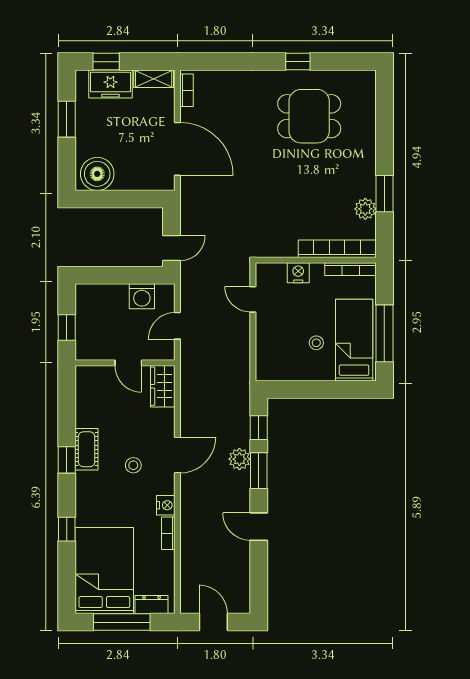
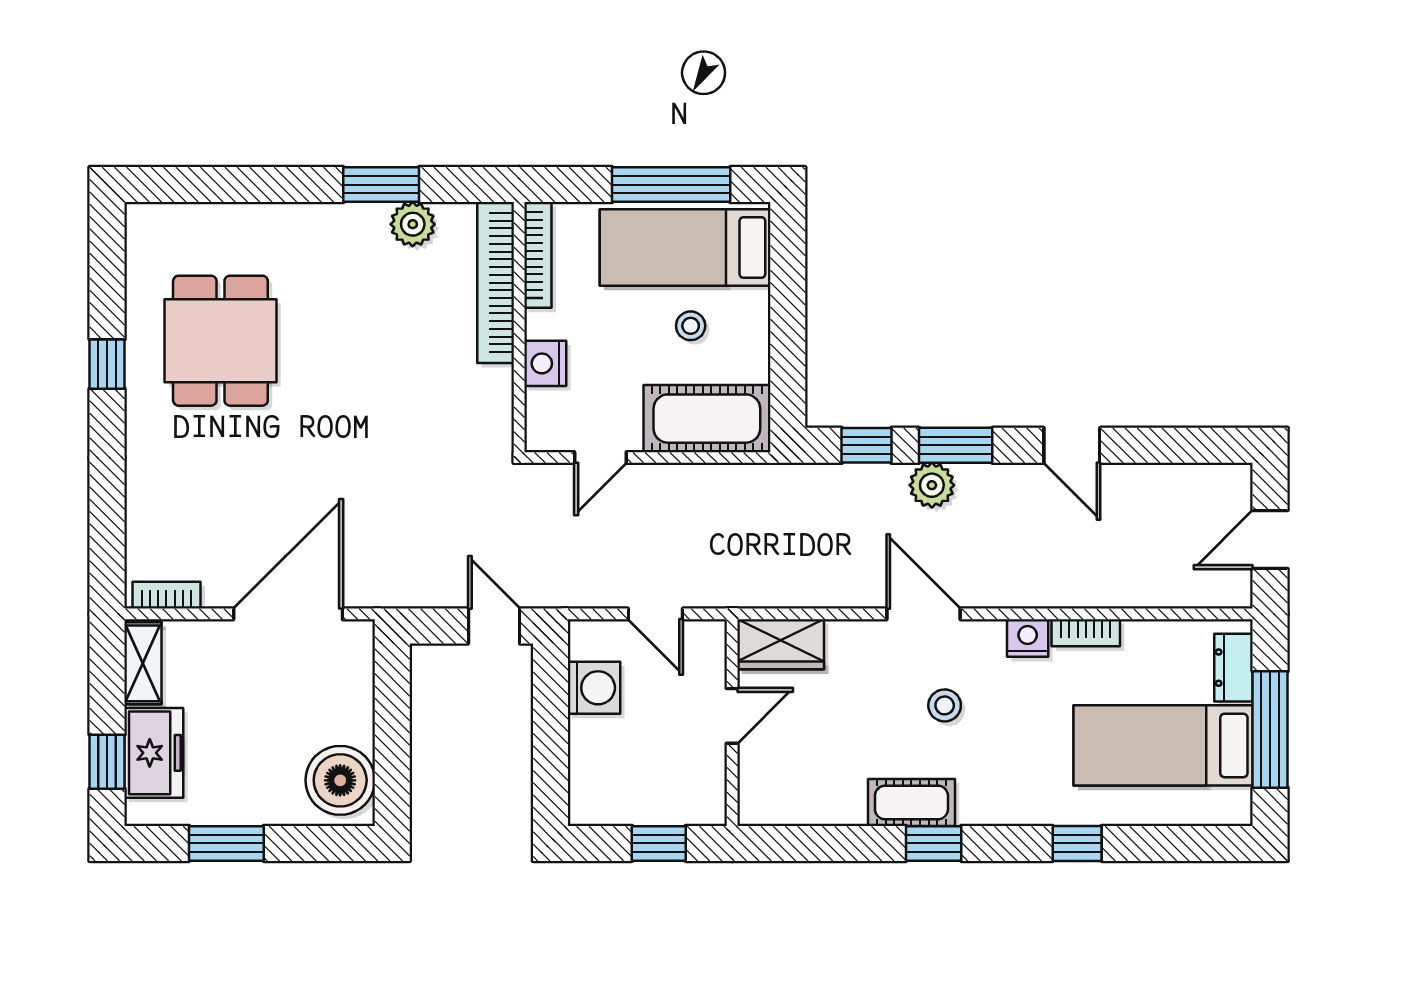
cot: (272, 351) -> (707, 419), added
door: (259, 527) -> (1072, 445), hinge flipped
bed: (104, 571) -> (1163, 745), width x0.67

